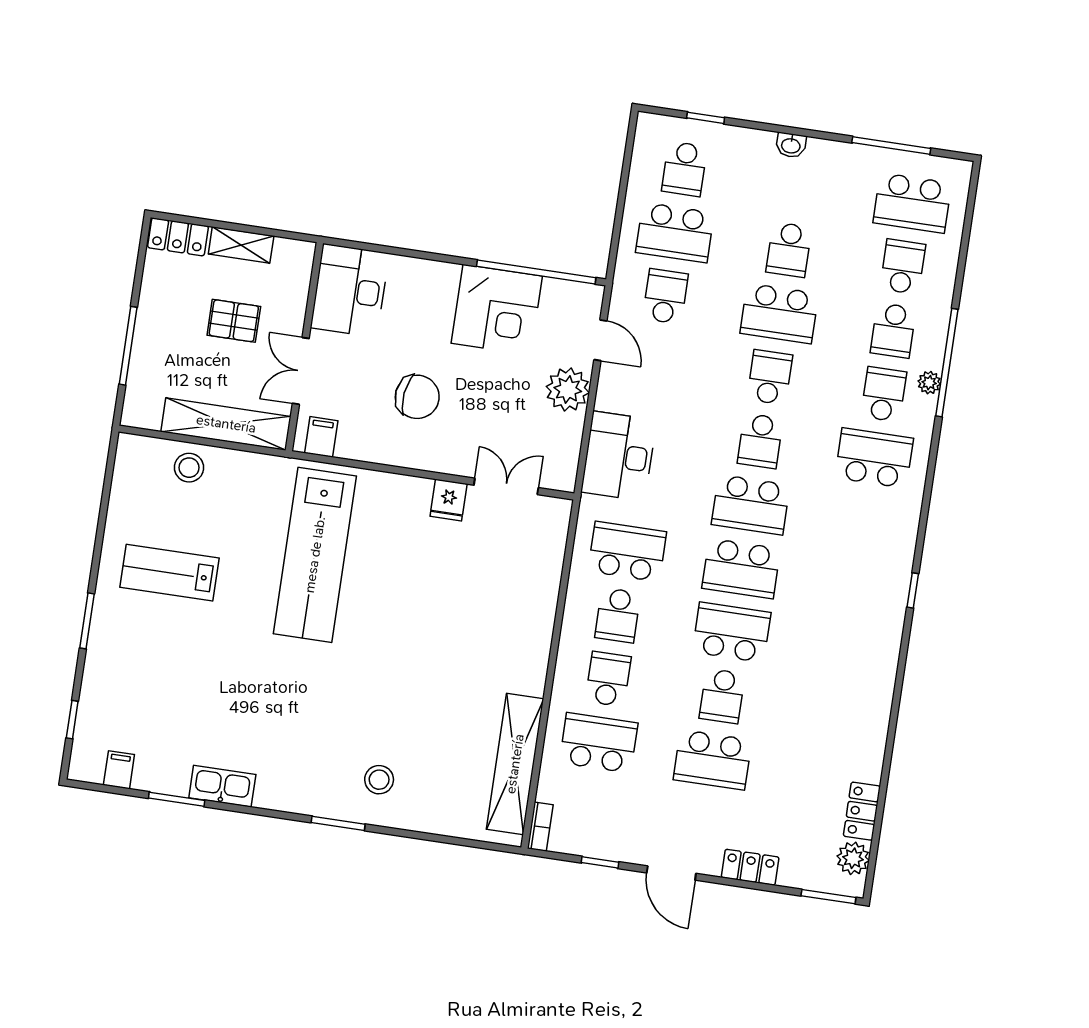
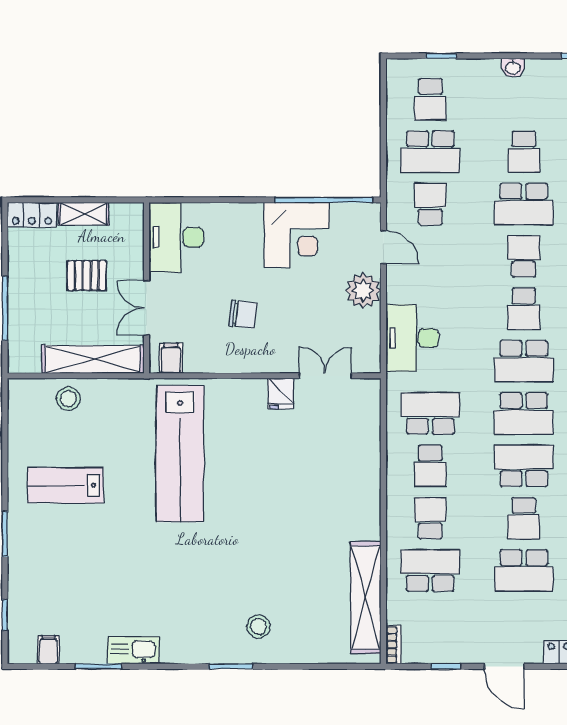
chair: (417, 397) -> (243, 314), width x0.73, depth x0.73

